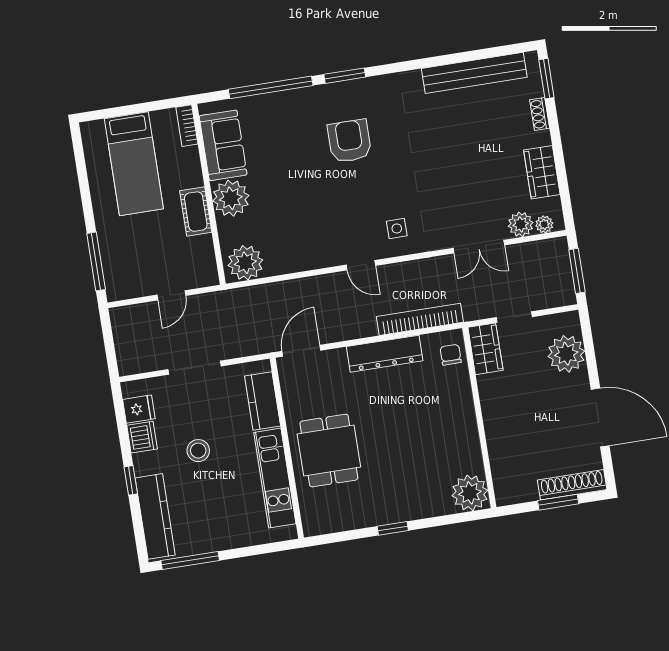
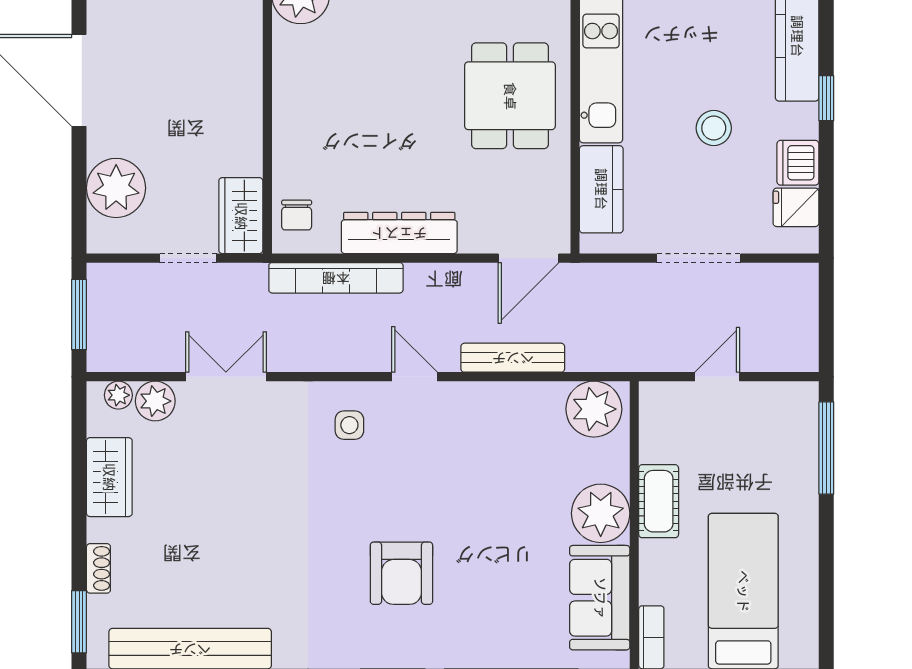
bench: (301, 287) -> (513, 358), added

